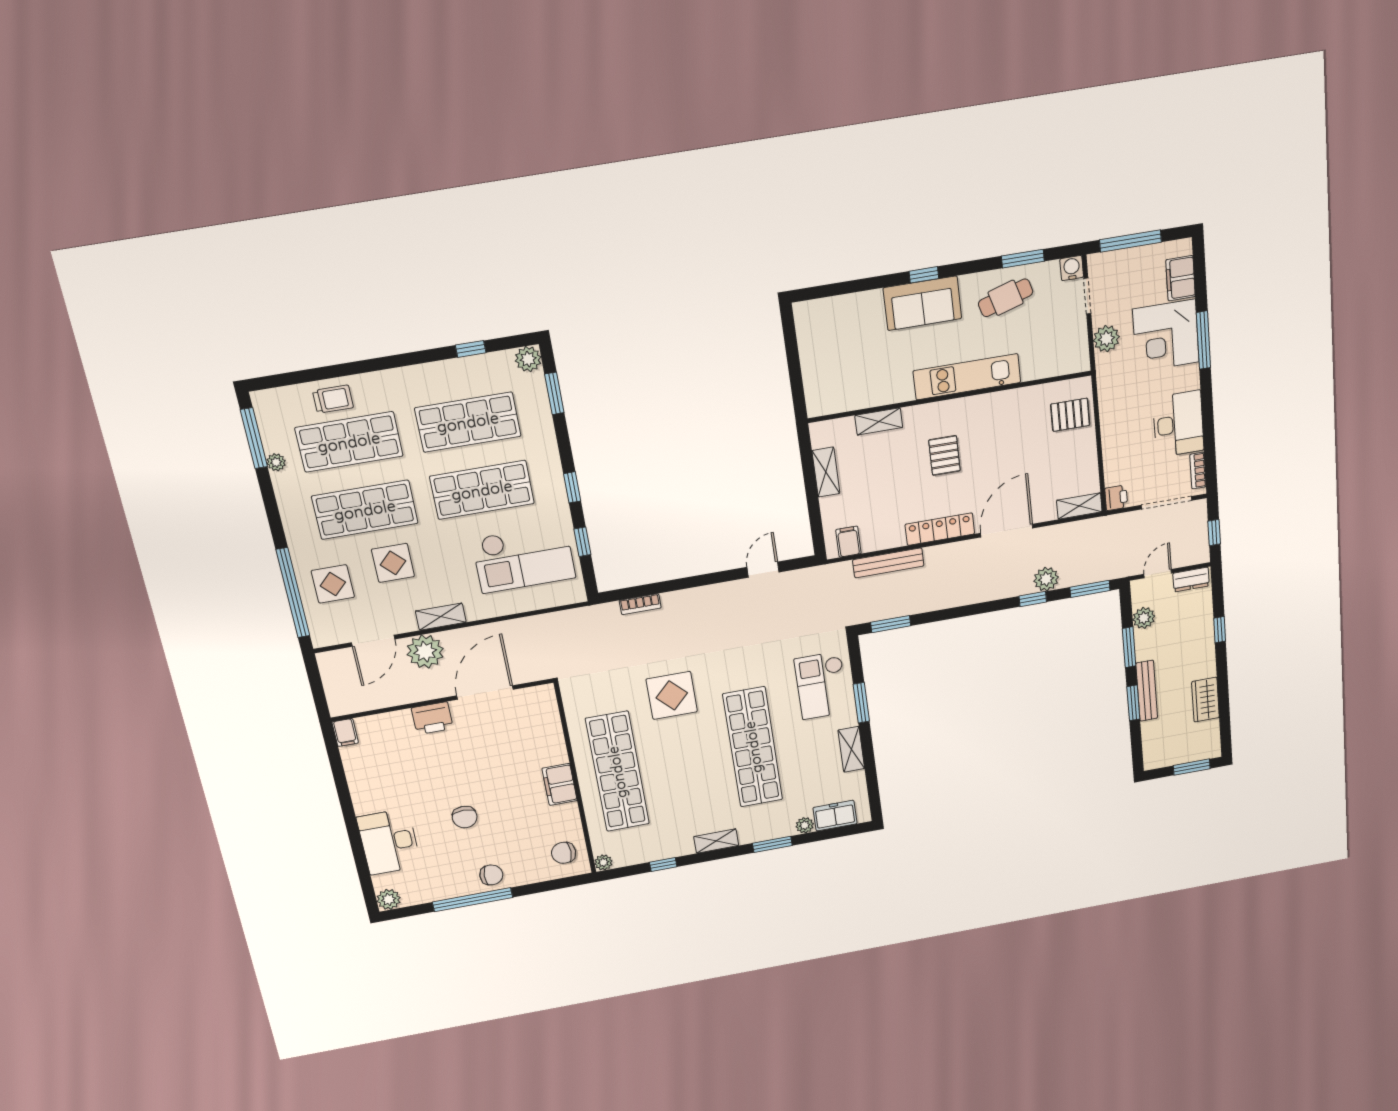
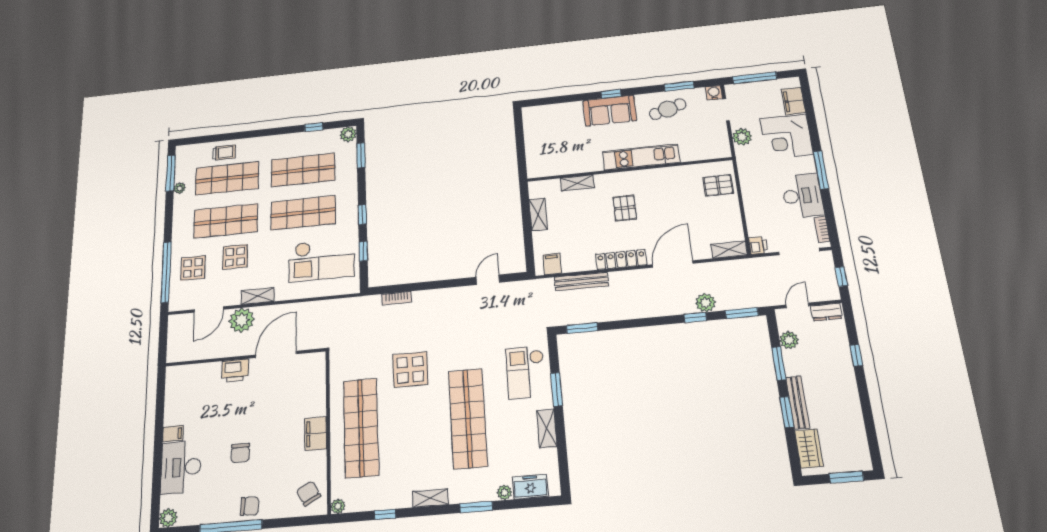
window: (1203, 340) -> (821, 170), moved
wardrobe: (1205, 700) -> (809, 448), moved, turned 180
filing cabinet: (345, 732) -> (173, 434), moved, turned -90
chair: (564, 853) -> (308, 493), turned 62

